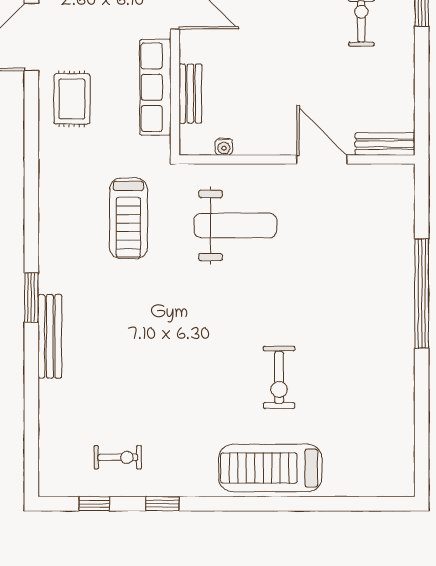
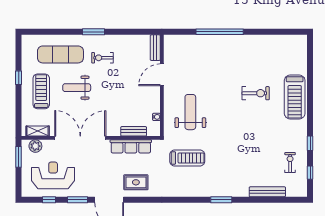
bench: (50, 336) -> (267, 192), moved

